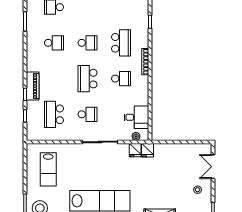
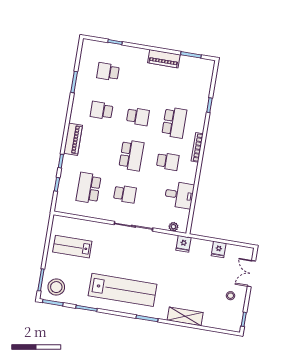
school desk: (54, 43) -> (102, 110), turned 180
school desk: (88, 79) -> (131, 155), turned 180
piano: (33, 86) -> (73, 139), moved
desk: (136, 117) -> (179, 195), moved
fridge: (135, 150) -> (219, 250), moved
lab bench: (48, 169) -> (72, 247), turned 90

